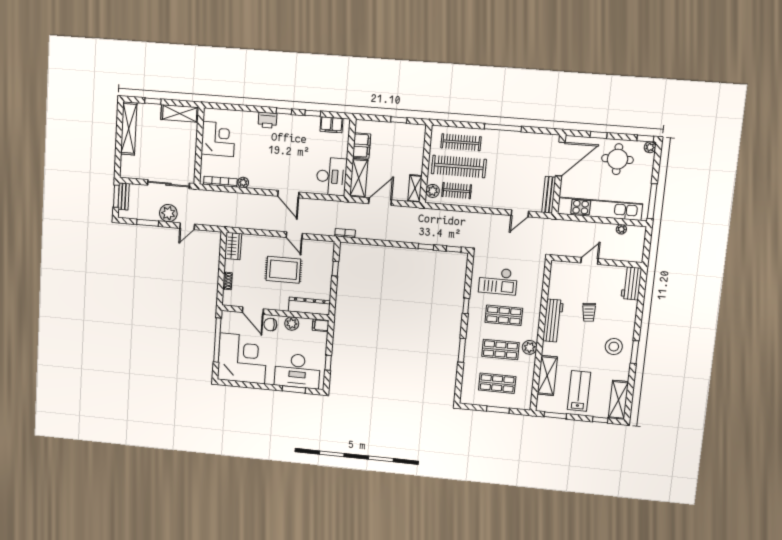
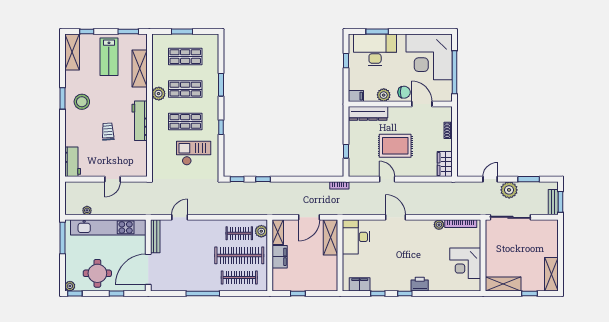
shelving: (129, 128) -> (551, 274), width x0.68
filing cabinet: (362, 146) -> (280, 257), moved, turned 180

